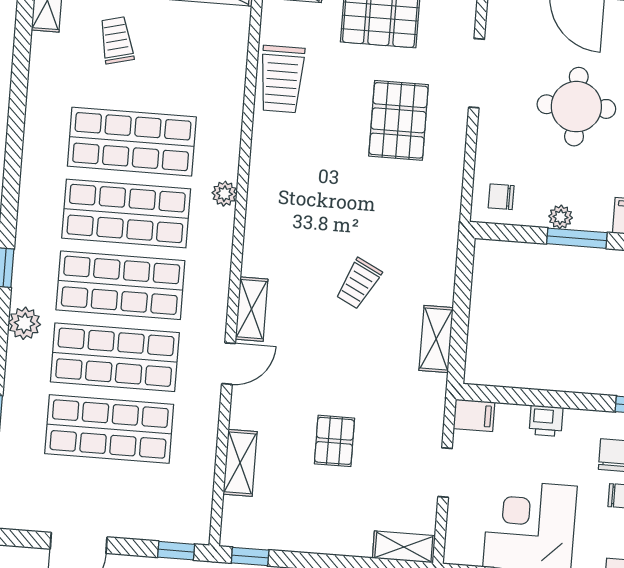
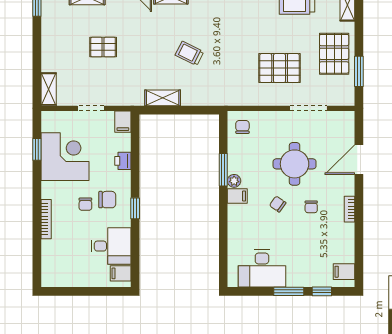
plant: (561, 217) -> (234, 181), moved

